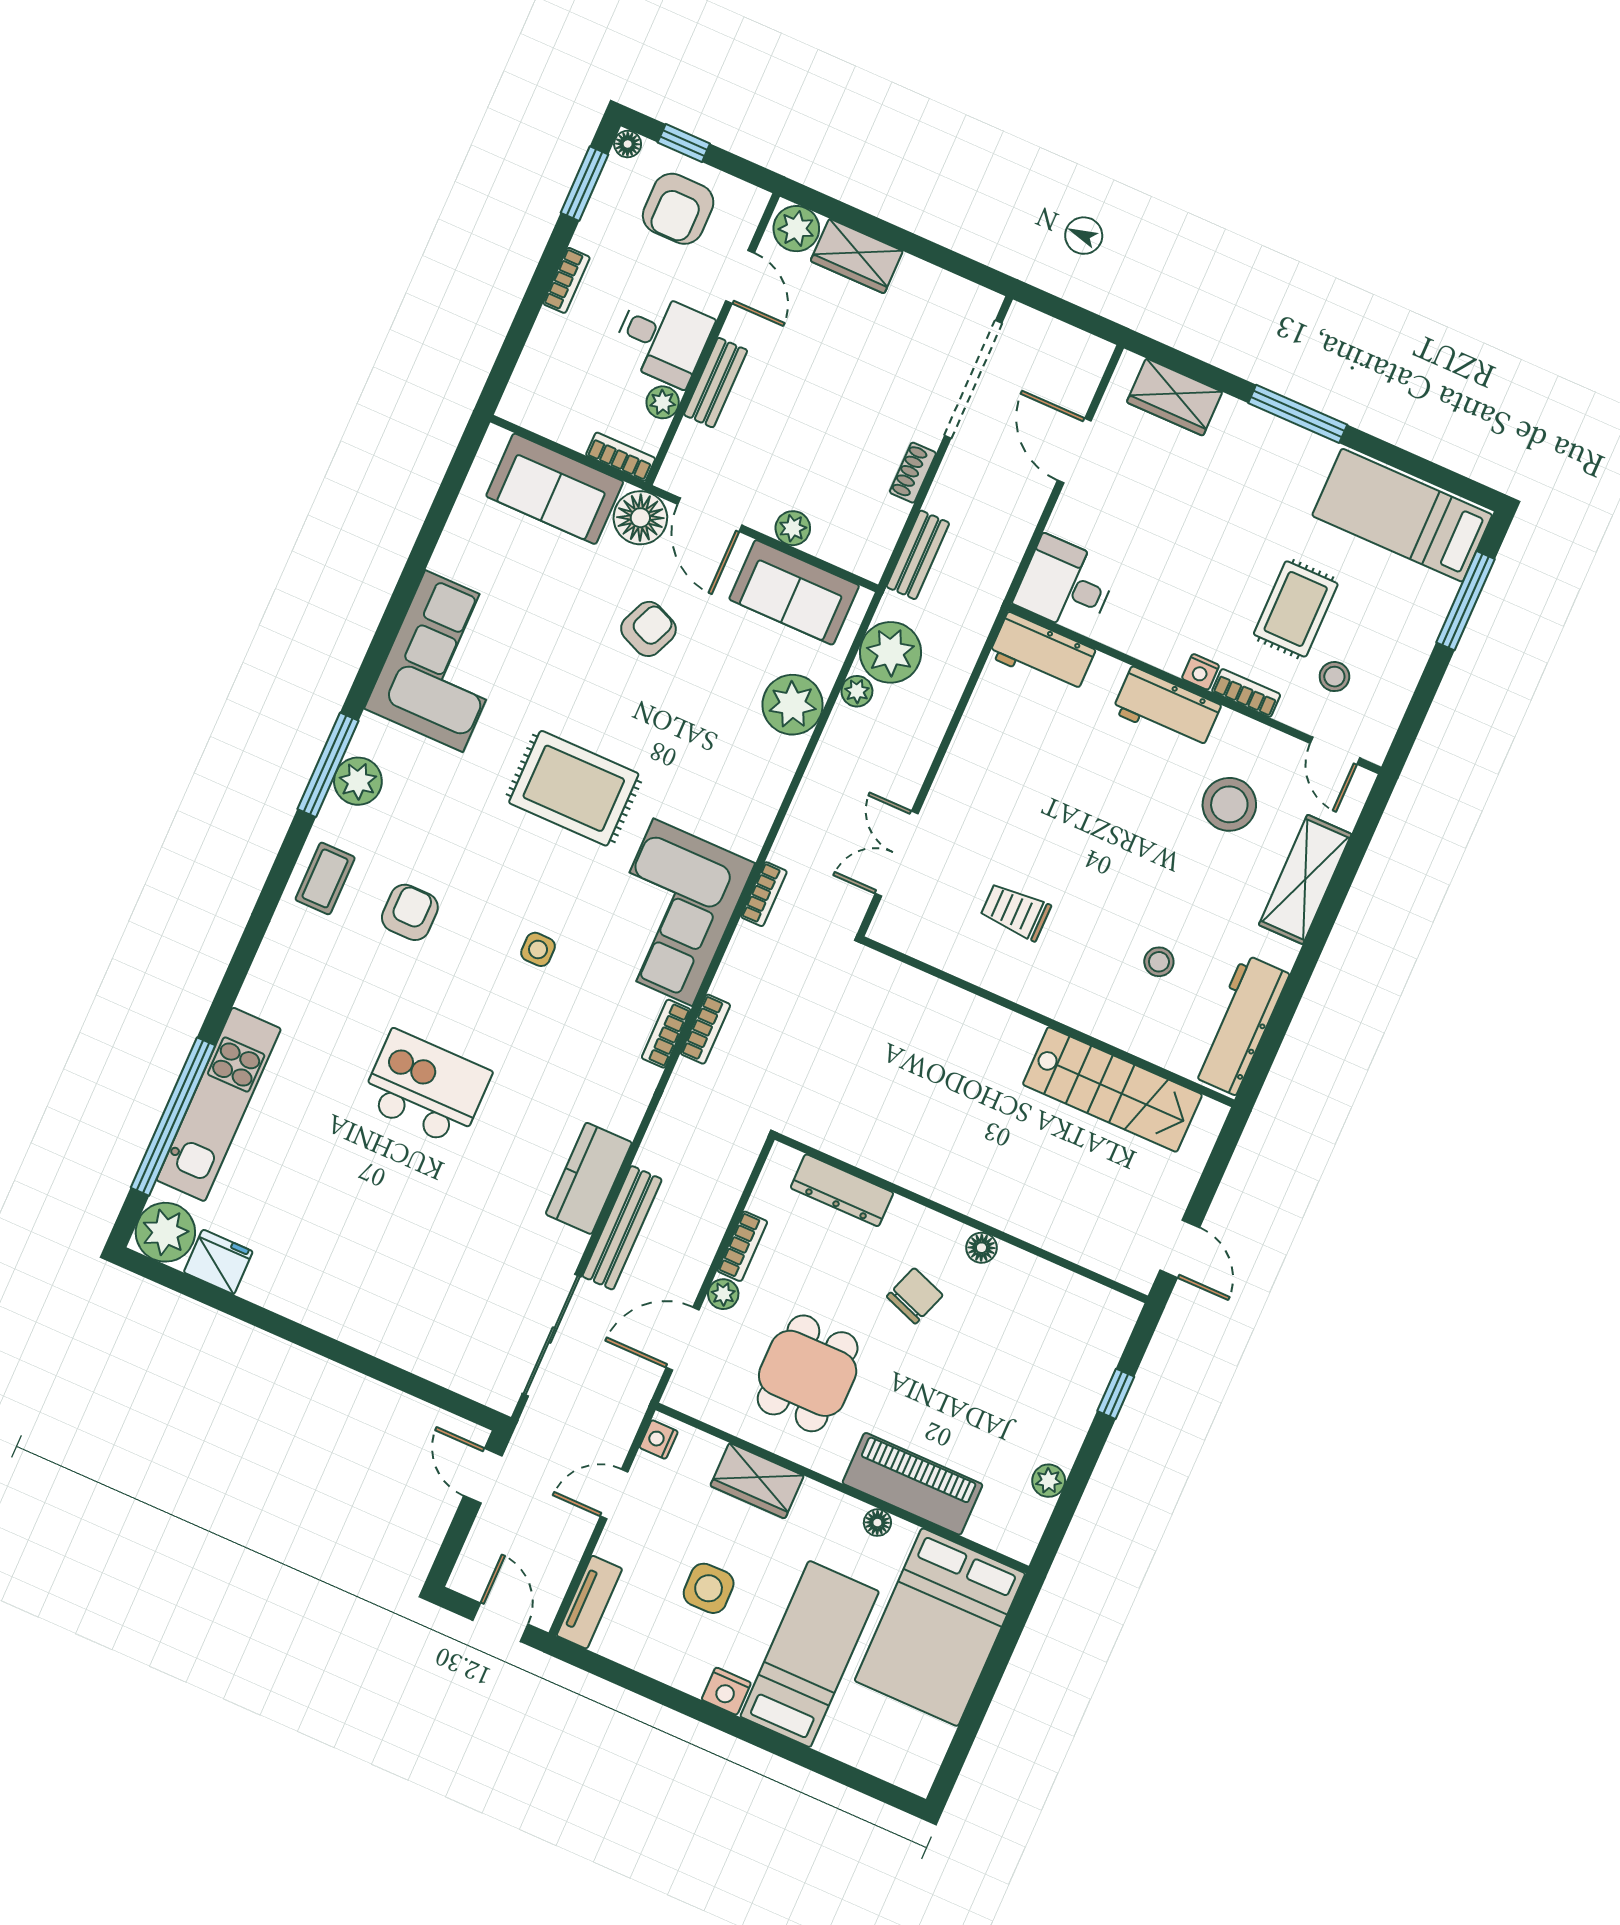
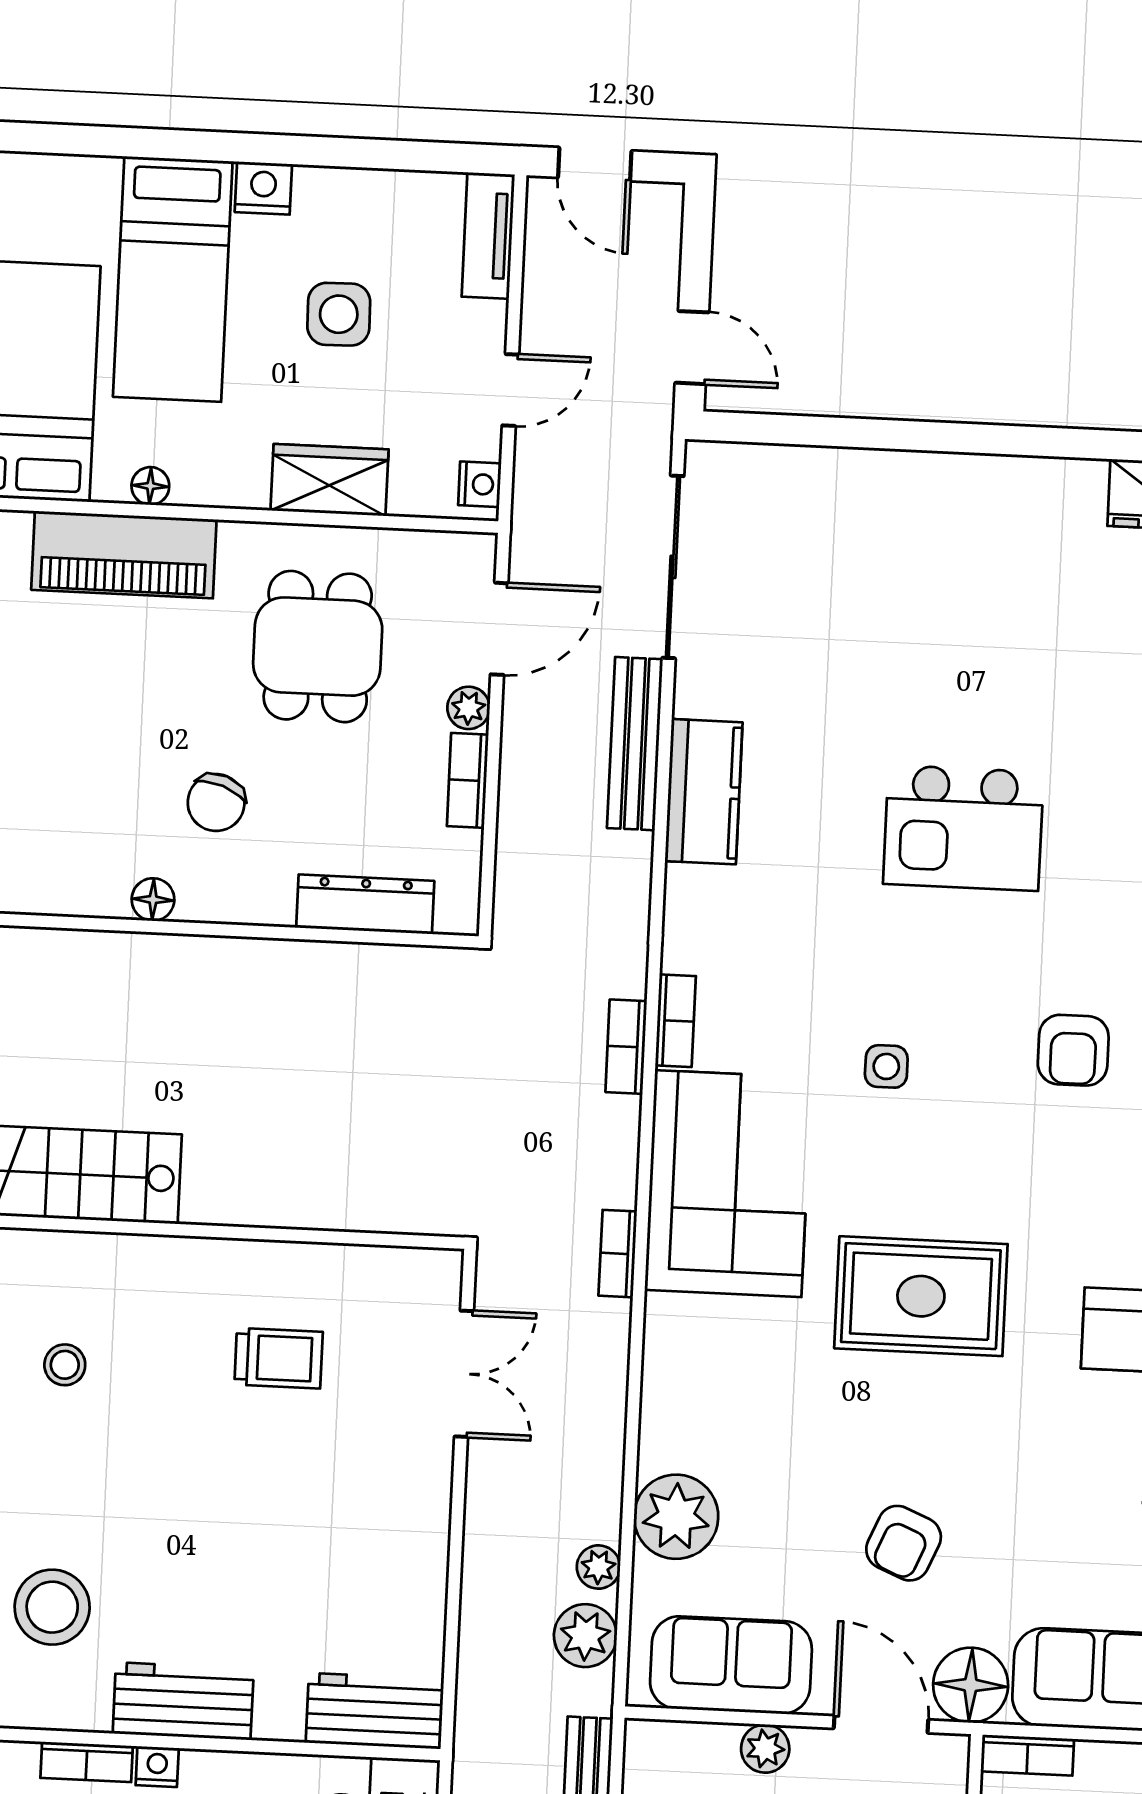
plant: (891, 652) -> (585, 1636), width x0.73, depth x0.73

